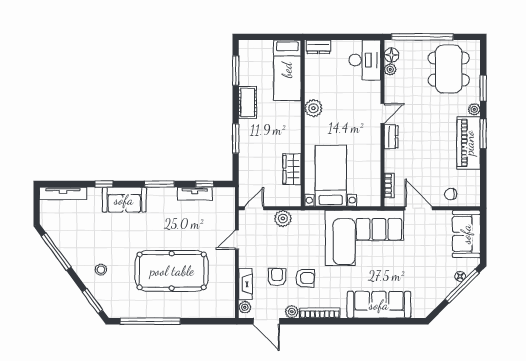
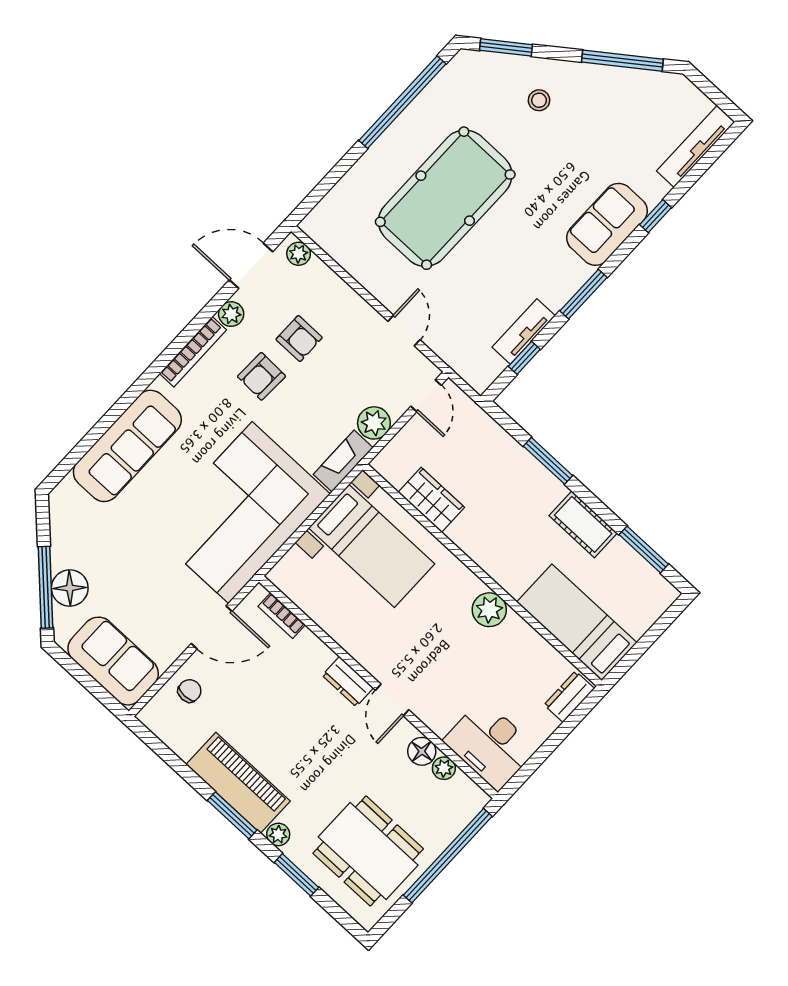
floor lamp: (392, 55) -> (422, 751), moved
floor lamp: (460, 276) -> (70, 588), width x1.89, depth x1.89
fireplace: (246, 284) -> (343, 461), moved, turned 90

